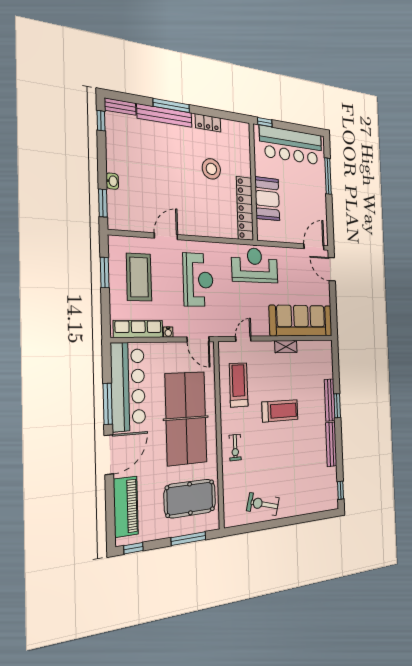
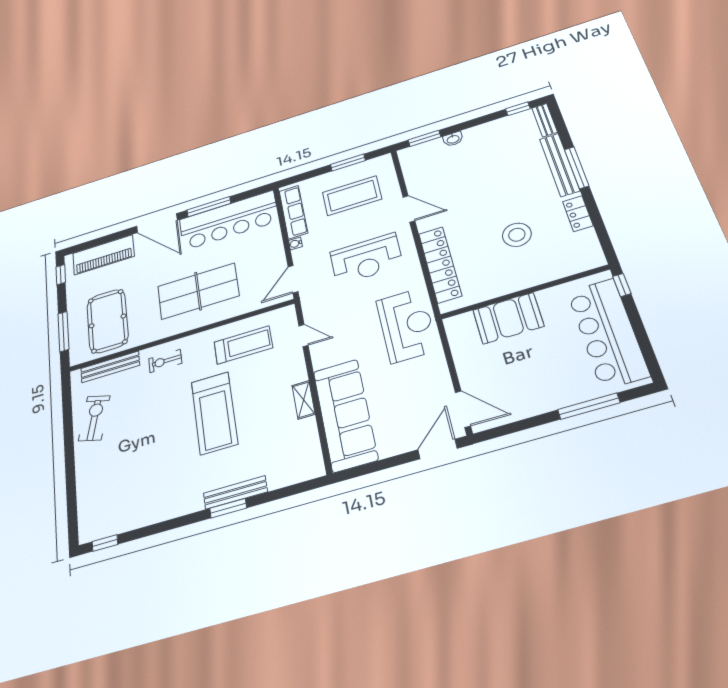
locker: (245, 208) -> (440, 264), moved, turned 90
treadmill: (280, 411) -> (214, 413), width x1.37, depth x1.38
table tennis table: (186, 418) -> (198, 291), width x0.73, depth x0.76
bench: (331, 444) -> (110, 367), moved

